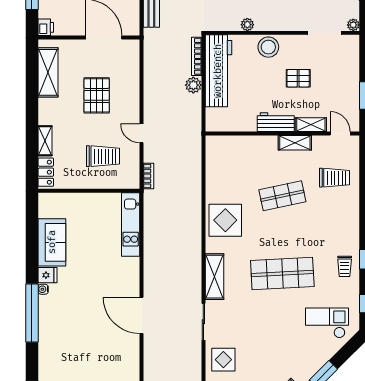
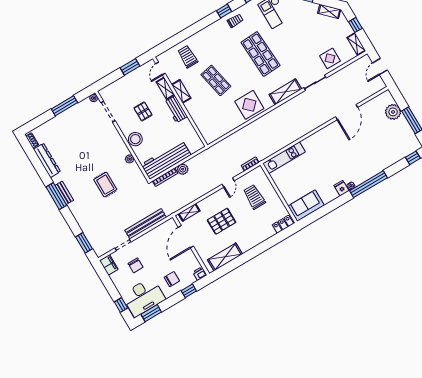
shelving: (45, 141) -> (189, 212), moved
sofa: (52, 242) -> (306, 206), moved
door: (142, 315) -> (347, 112), moved

